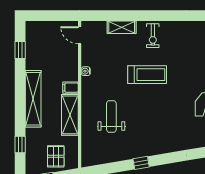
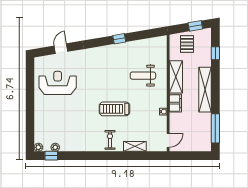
door: (80, 35) -> (168, 140), hinge flipped
window: (20, 50) -> (215, 128), width x2.17
filing cabinet: (70, 88) -> (175, 103), width x2.00
weight bench: (111, 116) -> (143, 76), turned 90

